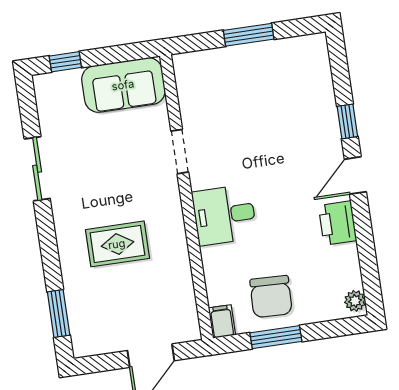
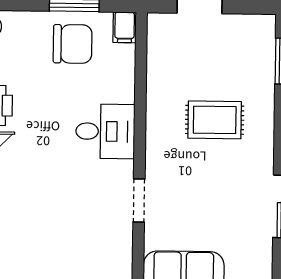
chair: (271, 297) -> (73, 44), turned 88

